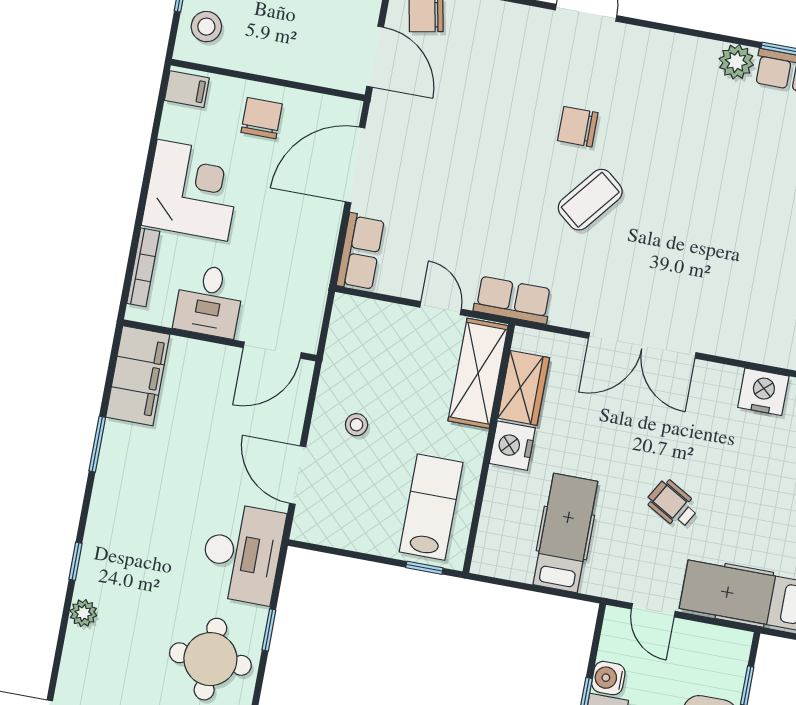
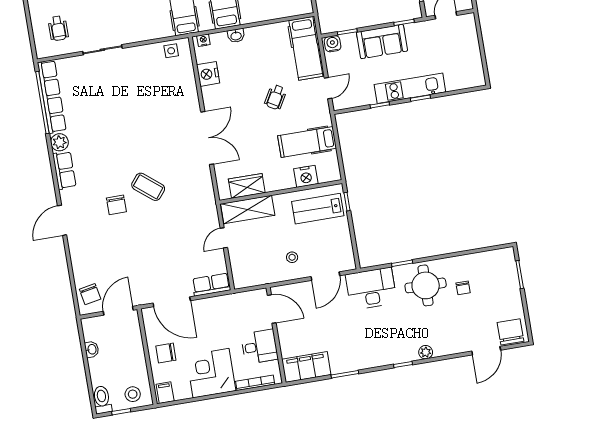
row of seats: (513, 300) -> (64, 170), moved, turned 180
nightstand: (512, 446) -> (306, 176), moved
water cooler: (608, 678) -> (333, 44), moved, turned 180

